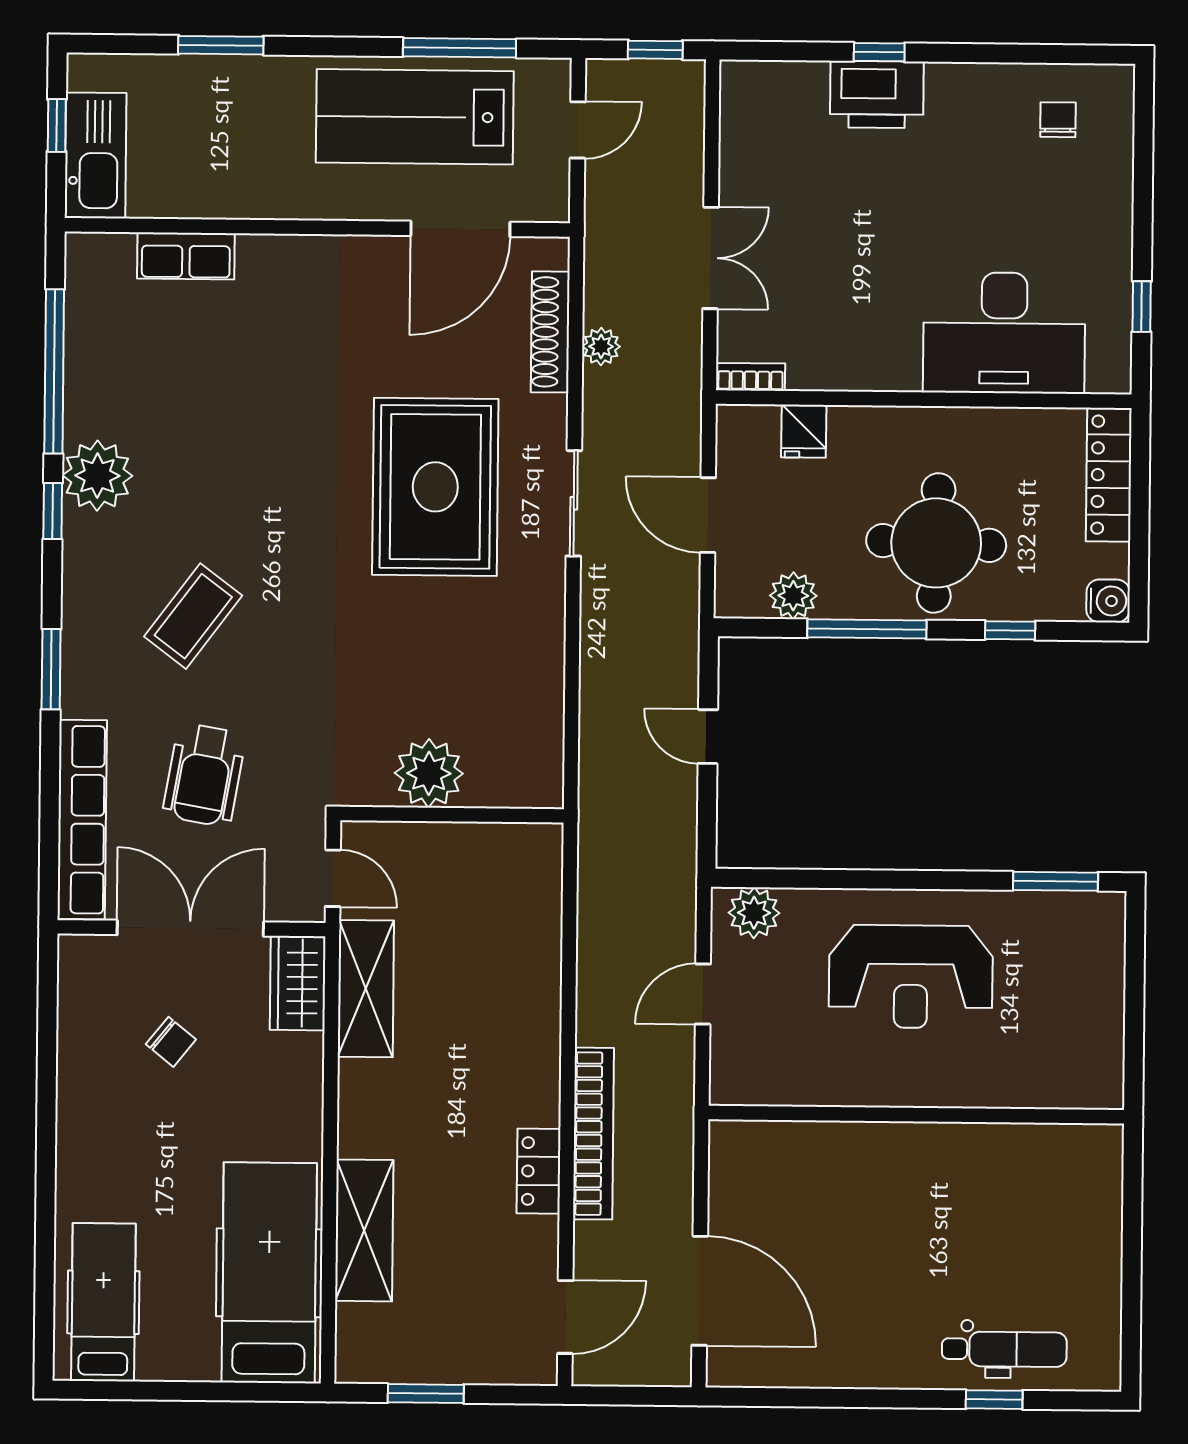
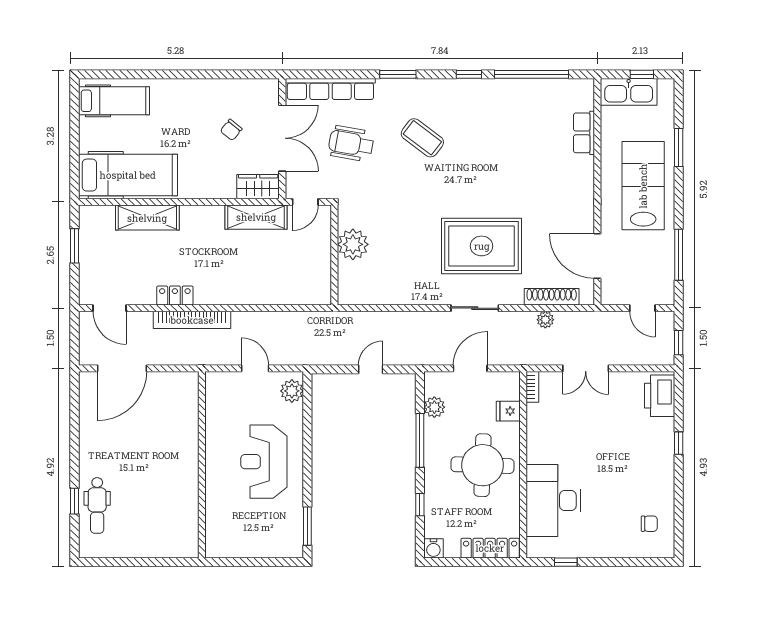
printer: (877, 94) -> (660, 396), moved
lab bench: (415, 117) -> (643, 186), moved
plant: (97, 476) -> (485, 94), removed
round table: (936, 543) -> (482, 465), moved

